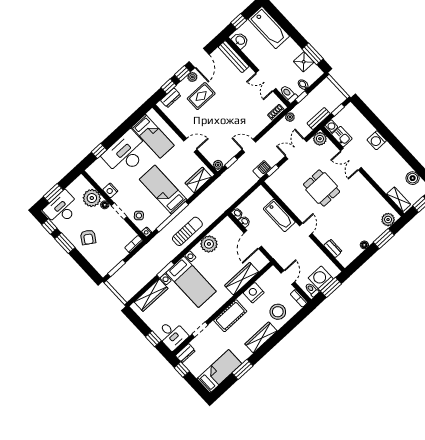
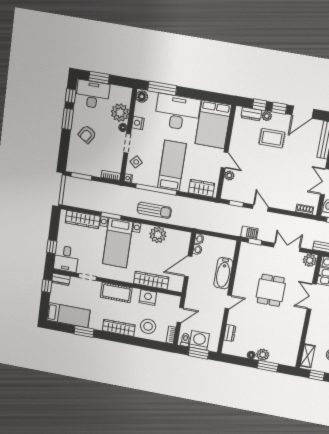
plant: (192, 77) -> (267, 116), moved
plant: (290, 117) -> (309, 224), removed
bed: (153, 136) -> (213, 124), width x1.50
window: (99, 151) -> (162, 88), width x2.17
plant: (218, 165) -> (229, 175), moved
floor lamp: (93, 171) -> (142, 97), added
plant: (388, 220) -> (263, 355), moved

